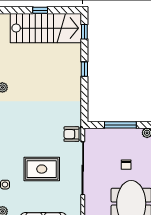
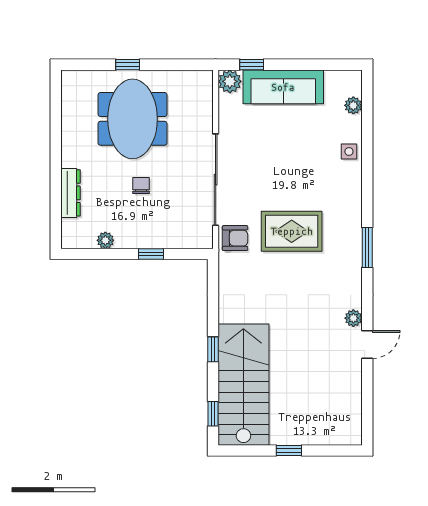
stairs: (46, 28) -> (243, 385), moved, turned 90
window: (120, 125) -> (151, 254), width x0.46
rug: (42, 169) -> (292, 231), moved

